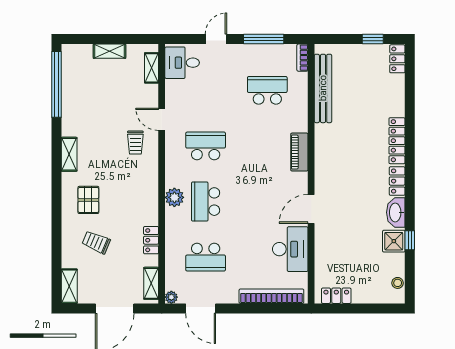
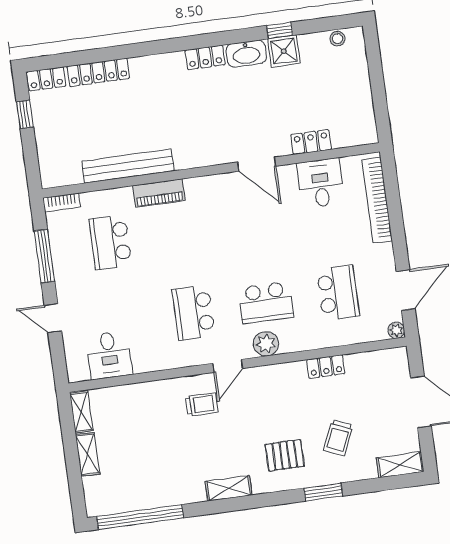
desk: (182, 63) -> (109, 355), moved
shelving: (152, 68) -> (81, 412), moved, turned 90
bench: (323, 88) -> (128, 166), moved
door: (162, 119) -> (228, 366), moved
locker: (397, 141) -> (98, 72), moved
piano: (299, 152) -> (159, 193), moved
window: (57, 225) -> (323, 492), added
desk: (290, 249) -> (321, 183), width x0.73
shelving: (151, 283) -> (382, 359), removed
locker: (336, 296) -> (311, 142), moved, turned 90

